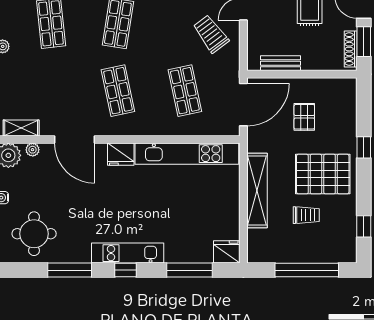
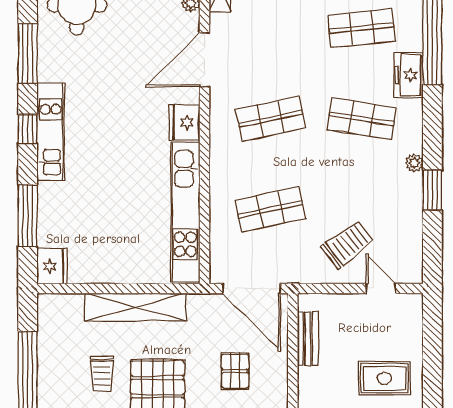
pallet: (304, 117) -> (235, 371), turned 90

